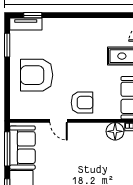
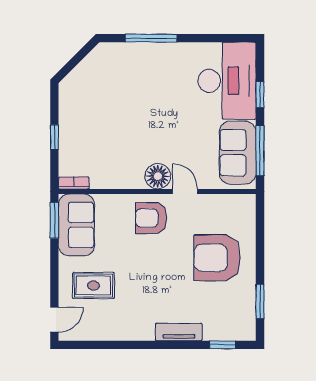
tv unit: (26, 24) -> (179, 332), moved
armchair: (37, 75) -> (217, 258), turned 180
floor lamp: (115, 131) -> (158, 176), moved

